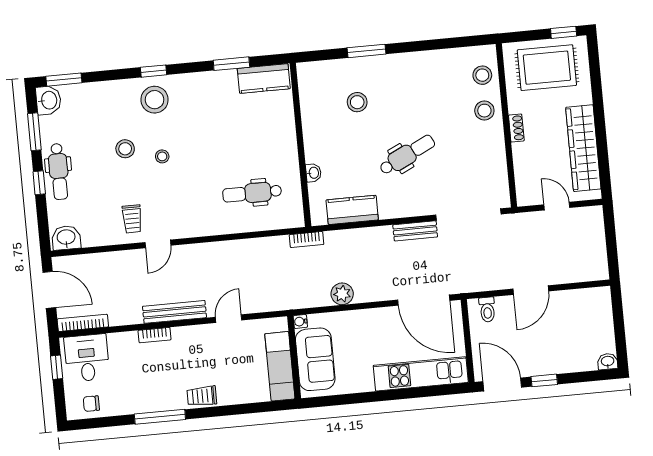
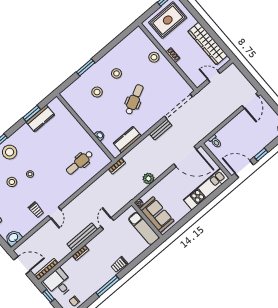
stool: (482, 75) -> (116, 73), moved
kitchen counter: (264, 79) -> (40, 118), moved
door: (531, 290) -> (250, 101), moved

